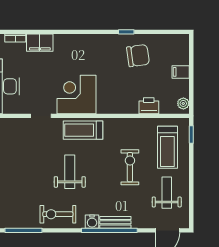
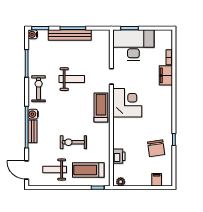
filing cabinet: (181, 72) -> (157, 180), moved
exercise bike: (130, 167) -> (73, 142), turned 180
weight bench: (70, 172) -> (72, 79), moved
weight bench: (167, 193) -> (55, 169), turned 180

